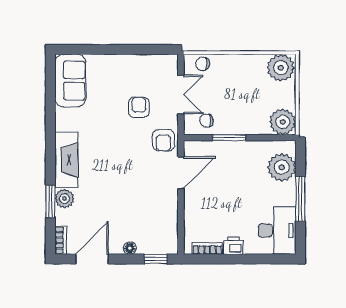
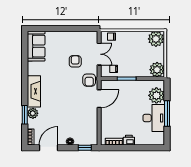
desk: (277, 230) -> (154, 118), moved

